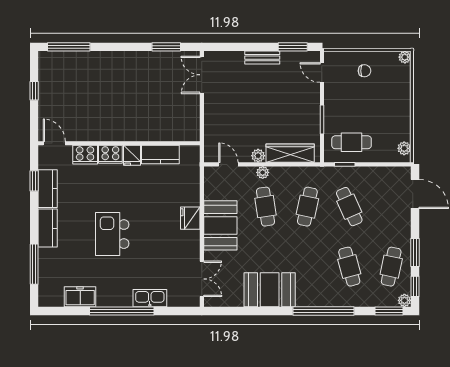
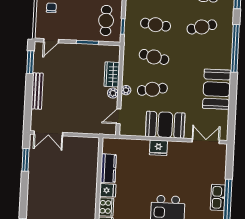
bench: (262, 58) -> (37, 91), width x1.36
wardrobe: (290, 153) -> (112, 74), width x0.67
cafe table: (349, 207) -> (156, 25), turned 30
kitchen sink: (150, 298) -> (218, 197), moved

